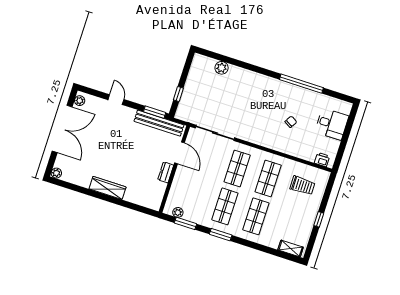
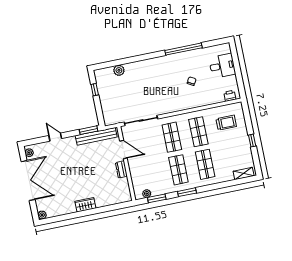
window: (178, 94) -> (95, 90), moved
wardrobe: (107, 188) -> (85, 205), width x0.67

